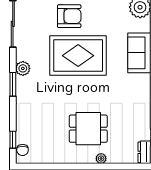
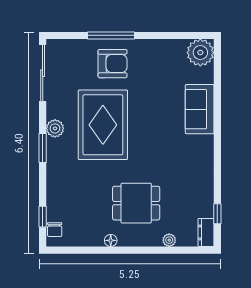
rug: (78, 56) -> (103, 125), moved, turned 90
floor lamp: (68, 159) -> (111, 240), added
plant: (101, 159) -> (169, 240), moved

